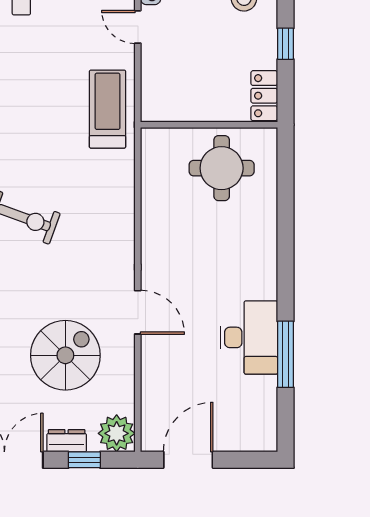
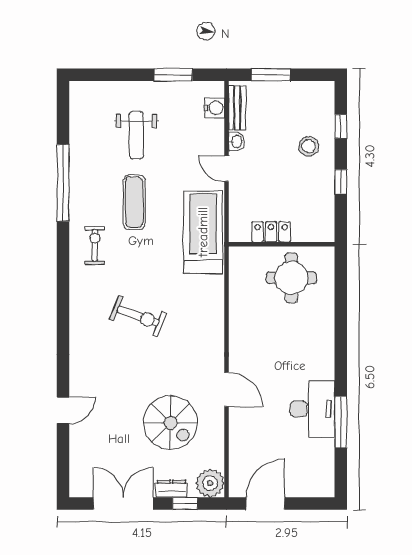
exercise mat: (19, 70) -> (134, 202), added
locker: (264, 96) -> (271, 232), moved, turned 90
treadmill: (108, 109) -> (203, 232), width x1.37, depth x1.38
spiral stairs: (65, 355) -> (170, 423), turned 90

